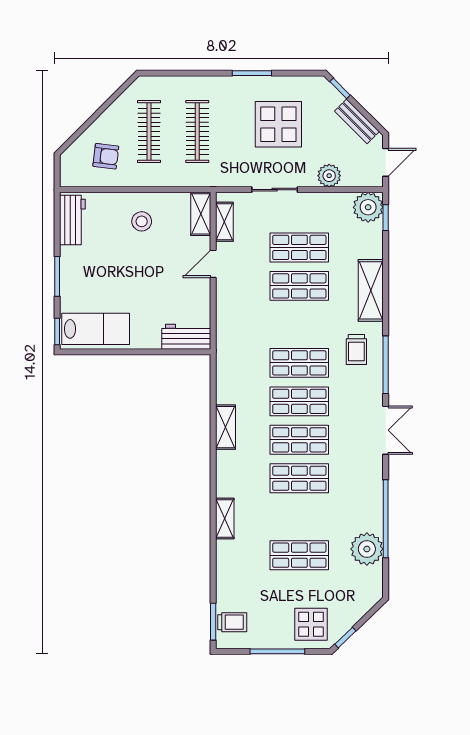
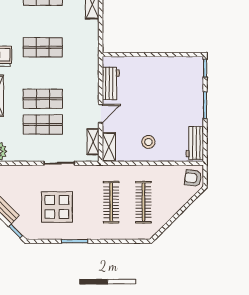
armchair: (106, 156) -> (193, 178), moved
plant: (329, 176) -> (23, 173), removed
lab bench: (96, 329) -> (179, 70), removed
workbench: (186, 337) -> (111, 83), moved, turned -90
shop shelf: (299, 401) -> (43, 22), removed

